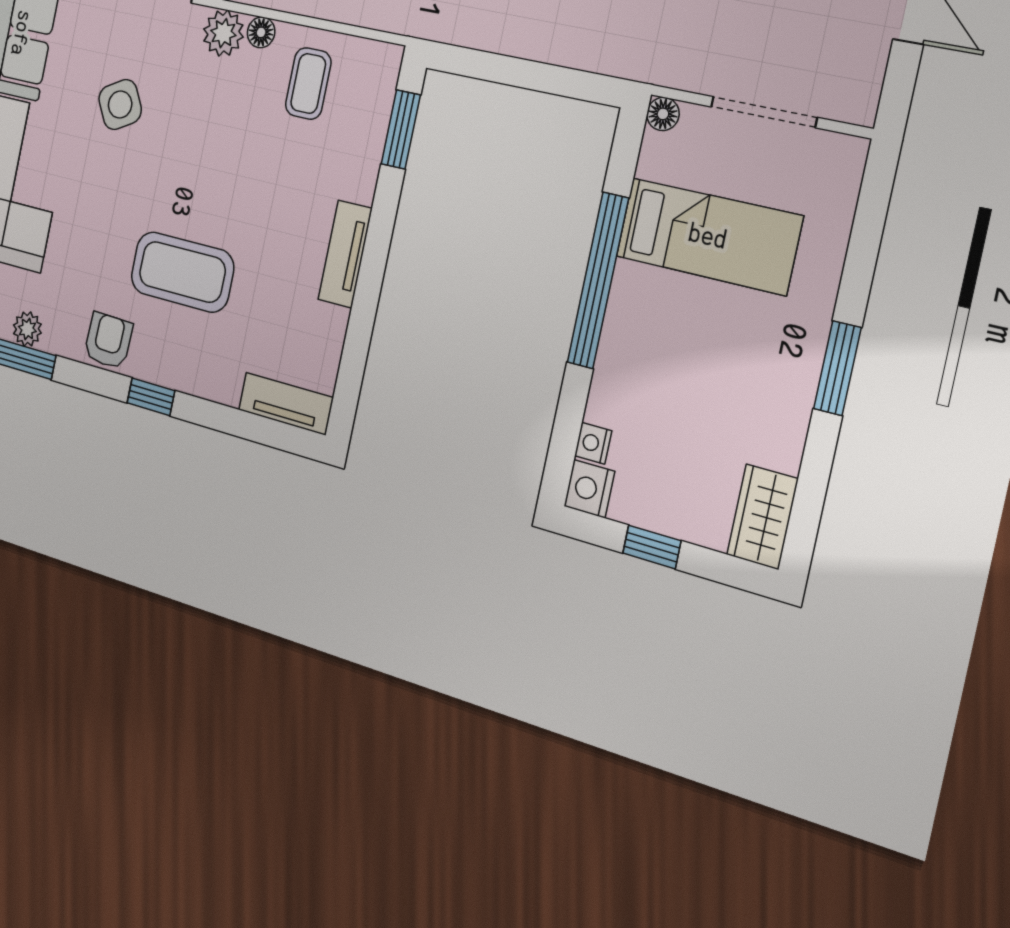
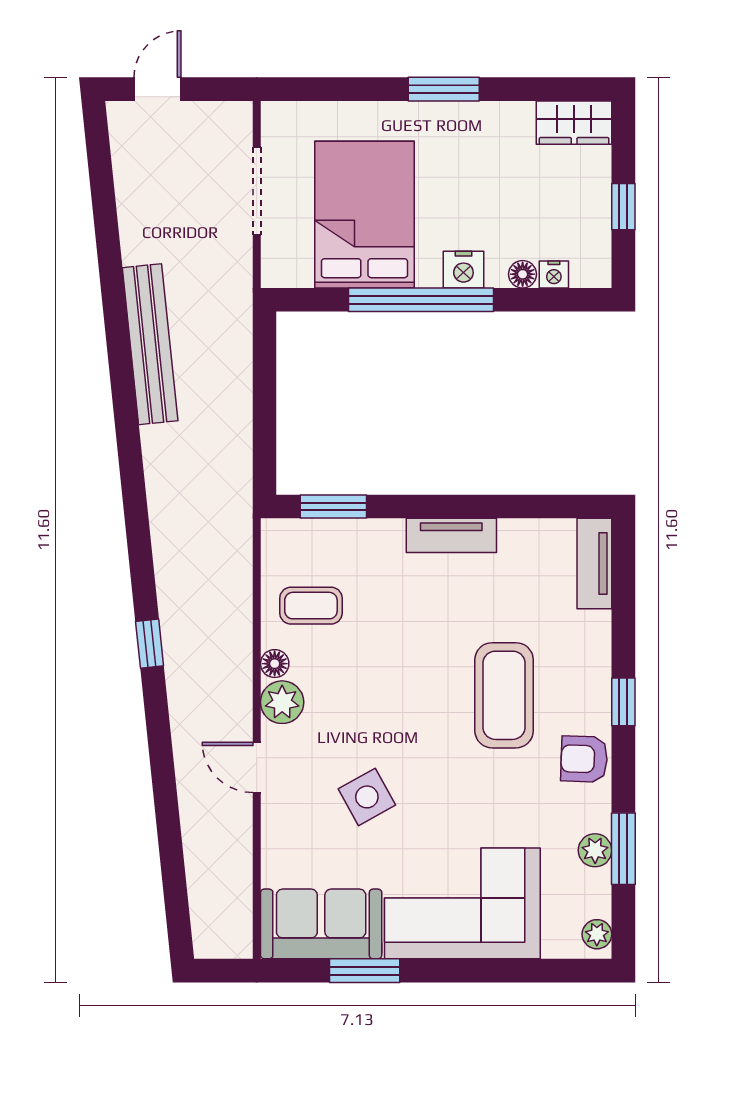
floor lamp: (663, 114) -> (523, 274), moved
bed: (708, 236) -> (364, 215), width x1.50
nightstand: (589, 489) -> (463, 270), moved

